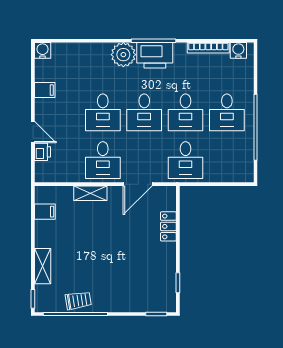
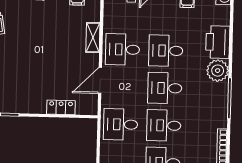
printer: (155, 55) -> (218, 42), moved
door: (138, 184) -> (100, 80), hinge flipped

